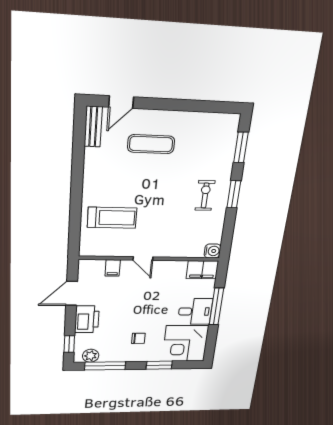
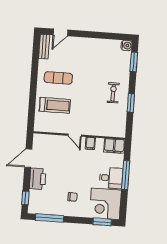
exercise mat: (151, 144) -> (58, 78), moved
window: (234, 194) -> (131, 103), moved
water cooler: (212, 251) -> (127, 46), moved
filing cabinet: (113, 268) -> (90, 143), moved
plant: (91, 356) -> (40, 209), removed
window: (159, 365) -> (102, 222), moved

